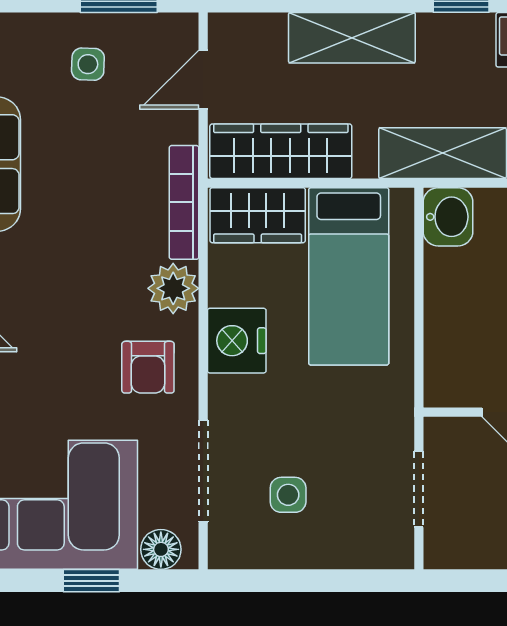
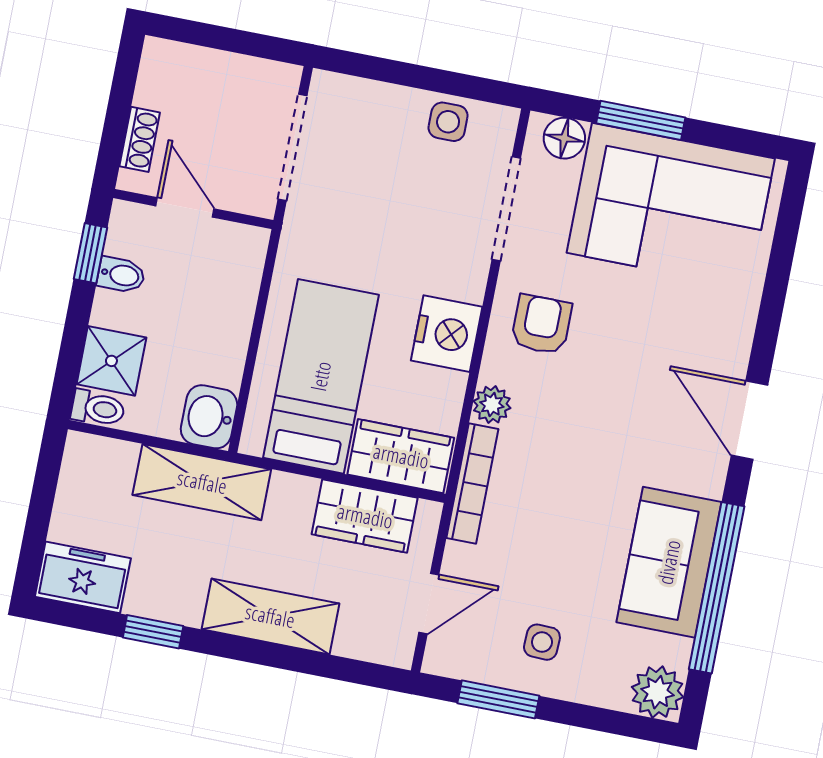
wardrobe: (281, 151) -> (365, 516), width x0.67
plant: (173, 288) -> (492, 405), width x0.73, depth x0.73
doorway: (419, 489) -> (292, 148), width x1.38
side table: (288, 495) -> (448, 122), moved
window: (91, 581) -> (641, 120), width x1.50

